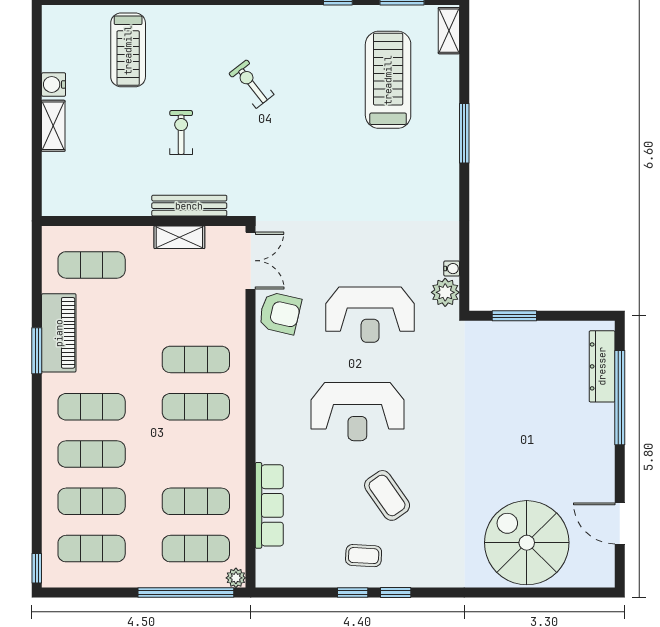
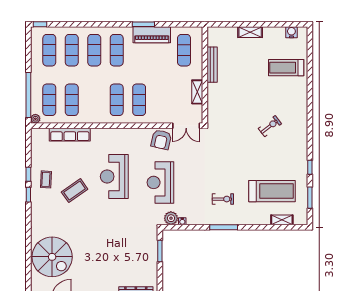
shelving: (449, 31) -> (282, 220), moved
water cooler: (54, 84) -> (291, 32), moved
exercise bike: (181, 132) -> (223, 199), moved
window: (464, 133) -> (224, 227), moved
bench: (189, 206) -> (212, 65), moved
spiral stairs: (527, 543) -> (52, 257), turned 90

